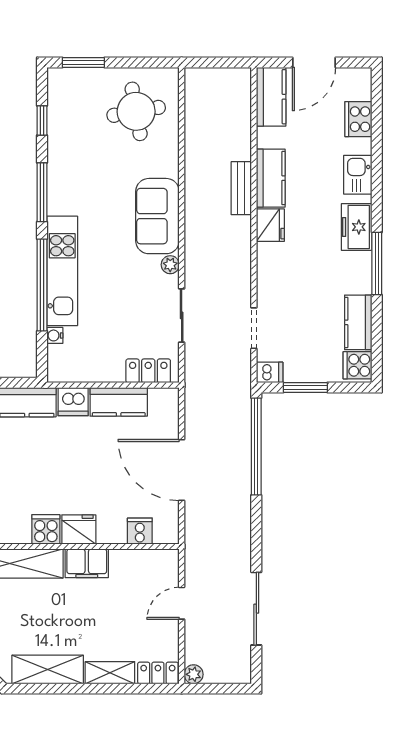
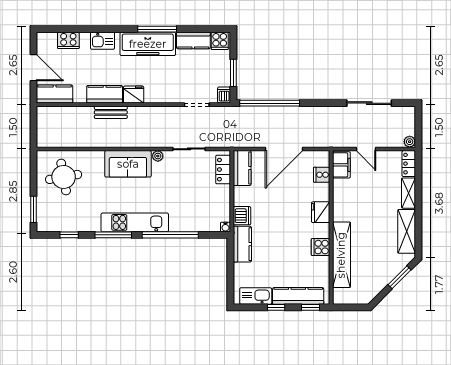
freezer: (357, 227) -> (148, 44), width x1.91, depth x1.26
kitchen unit: (62, 271) -> (135, 222), moved
water cooler: (55, 335) -> (225, 227), moved
kitchen counter: (119, 402) -> (242, 168), moved
cooker: (46, 529) -> (321, 247), moved
filing cabinet: (87, 563) -> (341, 165), moved

